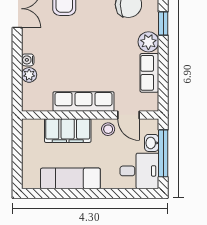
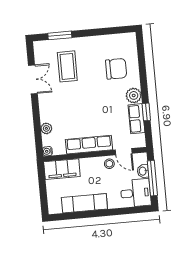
window: (163, 24) -> (146, 112), moved
water cooler: (28, 60) -> (47, 151), moved
filing cabinet: (68, 131) -> (62, 169), moved

